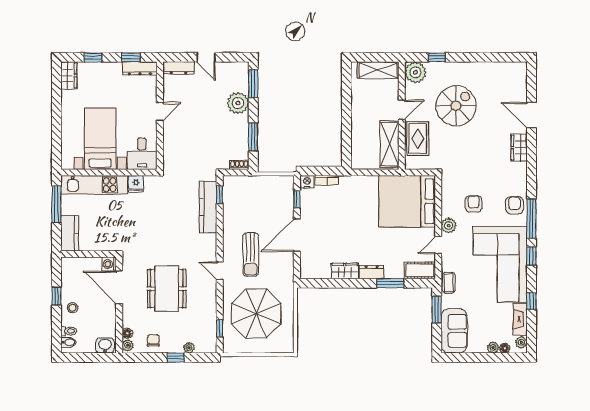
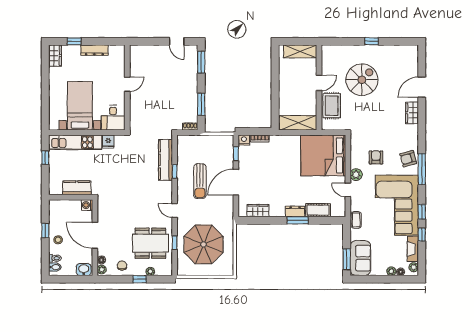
window: (131, 57) -> (104, 41), removed
door: (206, 57) -> (177, 41), moved
window: (437, 57) -> (372, 41), moved
dresser: (140, 68) -> (94, 50), moved
dresser: (179, 68) -> (142, 50), removed
plant: (415, 72) -> (330, 53), removed
plant: (238, 103) -> (189, 77), removed
door: (531, 115) -> (422, 87), hinge flipped
shelving: (390, 144) -> (298, 123), moved, turned 90
window: (220, 195) -> (175, 171), moved
window: (56, 204) -> (45, 158), width x0.46
armchair: (514, 205) -> (408, 159), turned -105
kitchen counter: (70, 233) -> (77, 188), moved, turned -90
door: (438, 245) -> (348, 190), hinge flipped
sun lounger: (251, 255) -> (200, 181), moved
window: (531, 256) -> (422, 212), moved
cot: (420, 270) -> (318, 210), moved
wardrobe: (345, 271) -> (258, 211), moved
window: (390, 283) -> (298, 220), moved
door: (119, 287) -> (95, 235), moved
dining table: (167, 289) -> (150, 243), moved, turned 90
window: (437, 309) -> (347, 259), moved
window: (220, 328) -> (175, 243), moved

